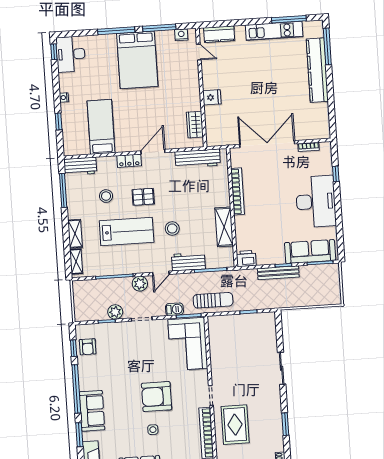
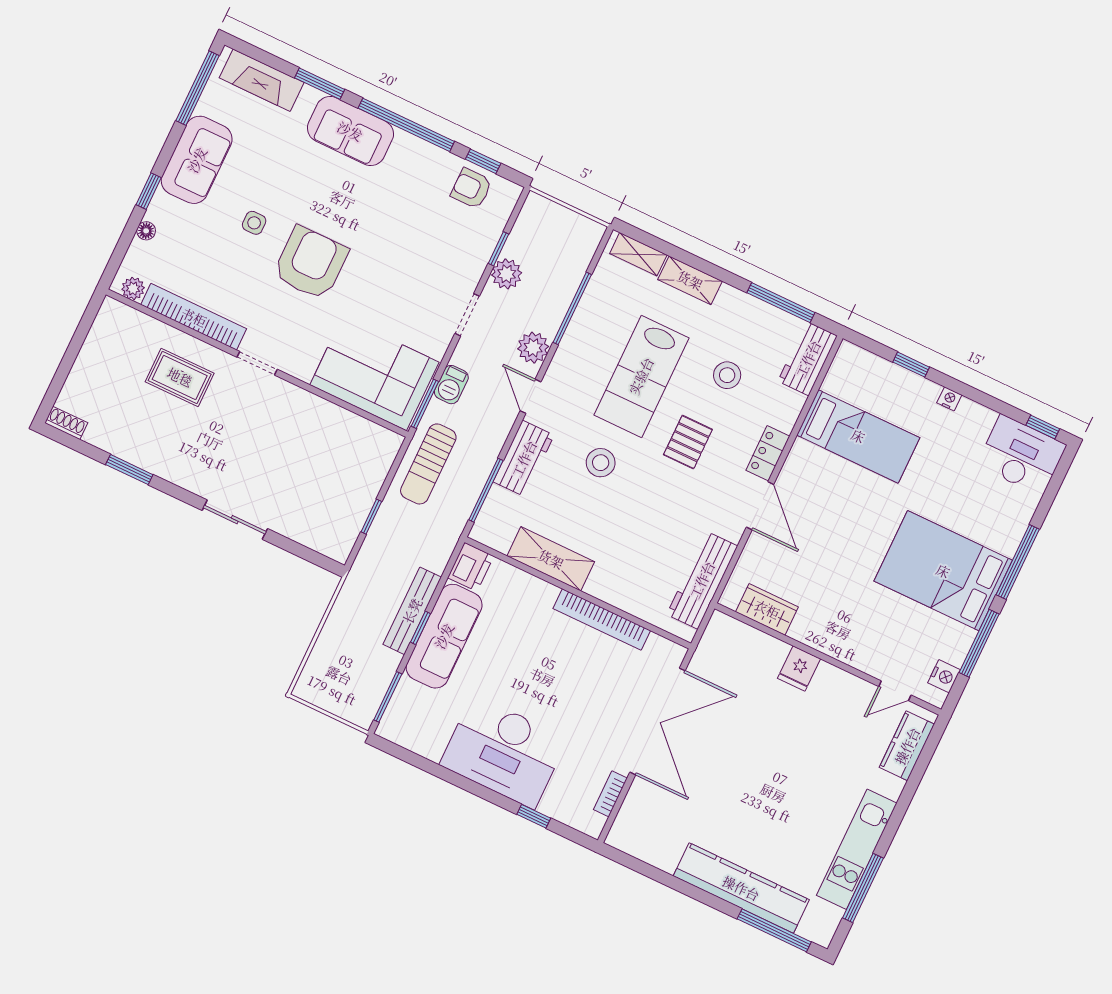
sofa: (310, 252) -> (444, 636), moved
rug: (235, 425) -> (180, 377), width x0.73, depth x0.70

